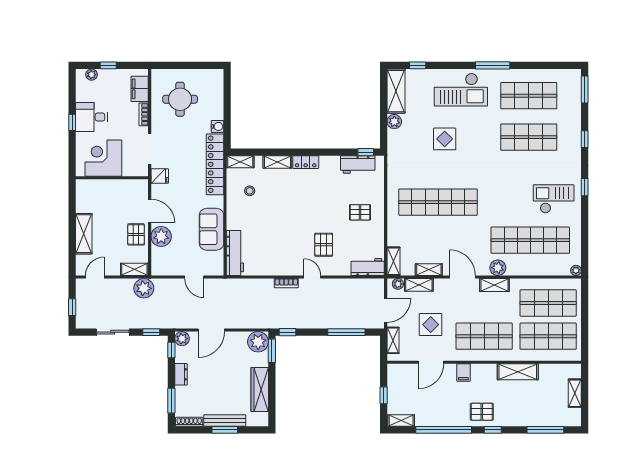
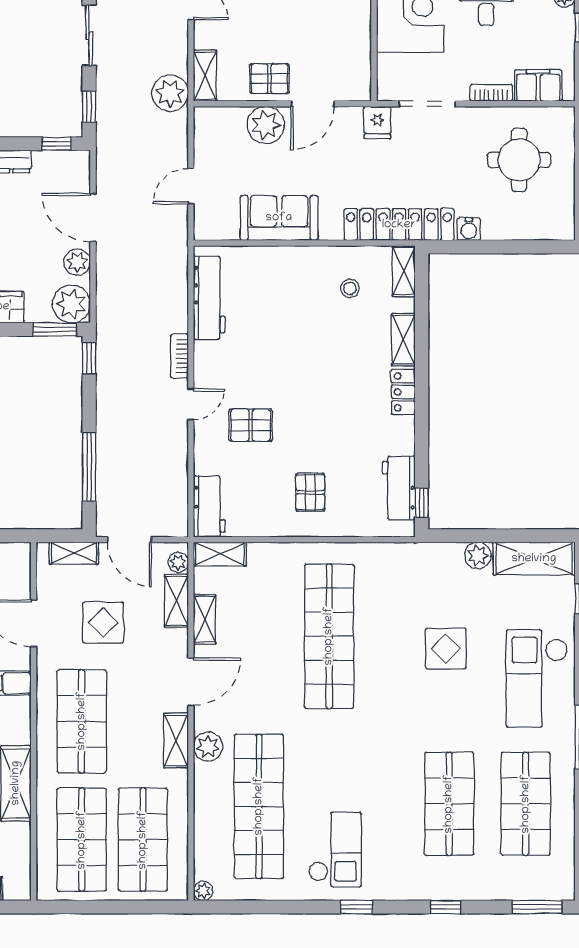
workbench: (235, 253) -> (209, 298), moved, turned -90
plant: (182, 339) -> (77, 262), moved

